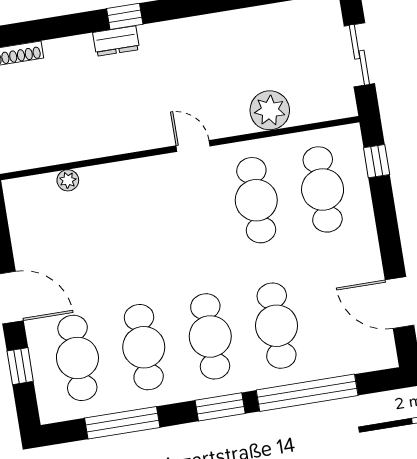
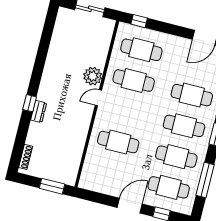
plant: (270, 110) -> (93, 76), moved
plant: (68, 180) -> (90, 158), removed
cafe table: (123, 222) -> (118, 142), added

